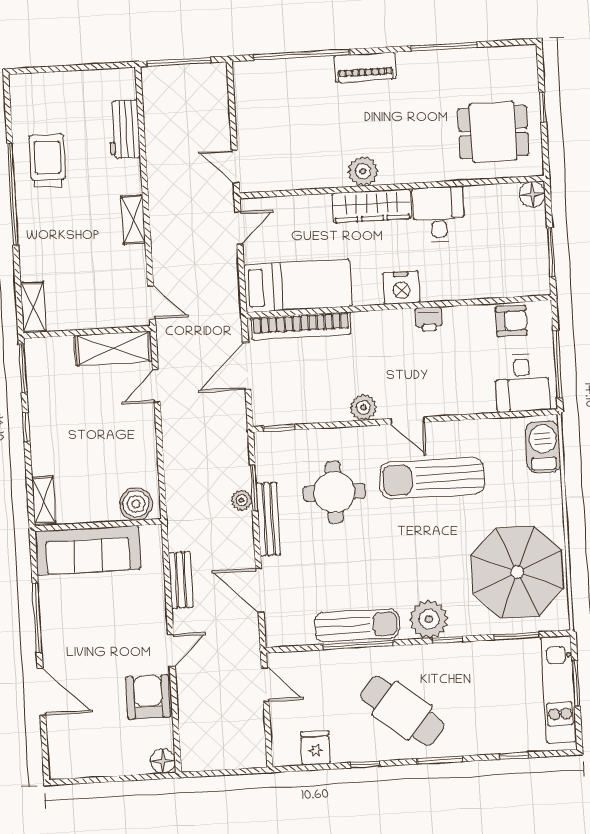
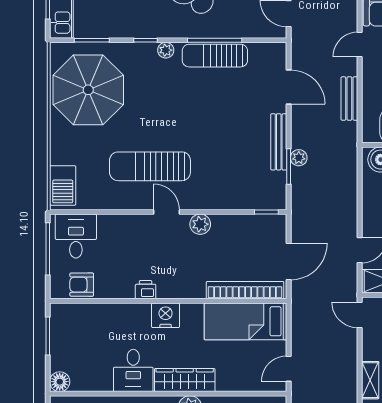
sun lounger: (432, 478) -> (150, 166), turned 180
round table: (334, 492) -> (227, 160), removed
plant: (429, 619) -> (166, 50), width x0.53, depth x0.53

